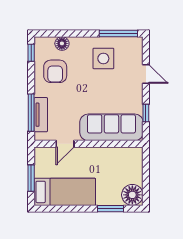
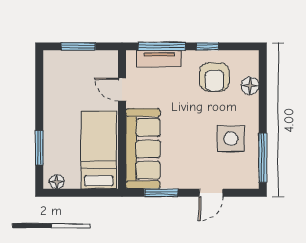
window: (31, 53) -> (207, 46), moved
armchair: (55, 71) -> (214, 77), turned -90
window: (146, 113) -> (161, 193), width x1.50
bed: (65, 192) -> (99, 150), moved, turned 180
floor lamp: (132, 195) -> (57, 182), width x0.53, depth x0.53

